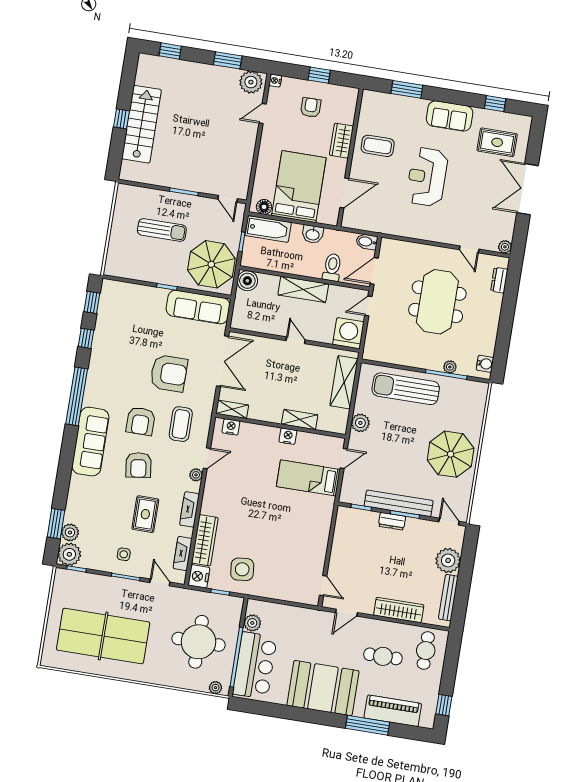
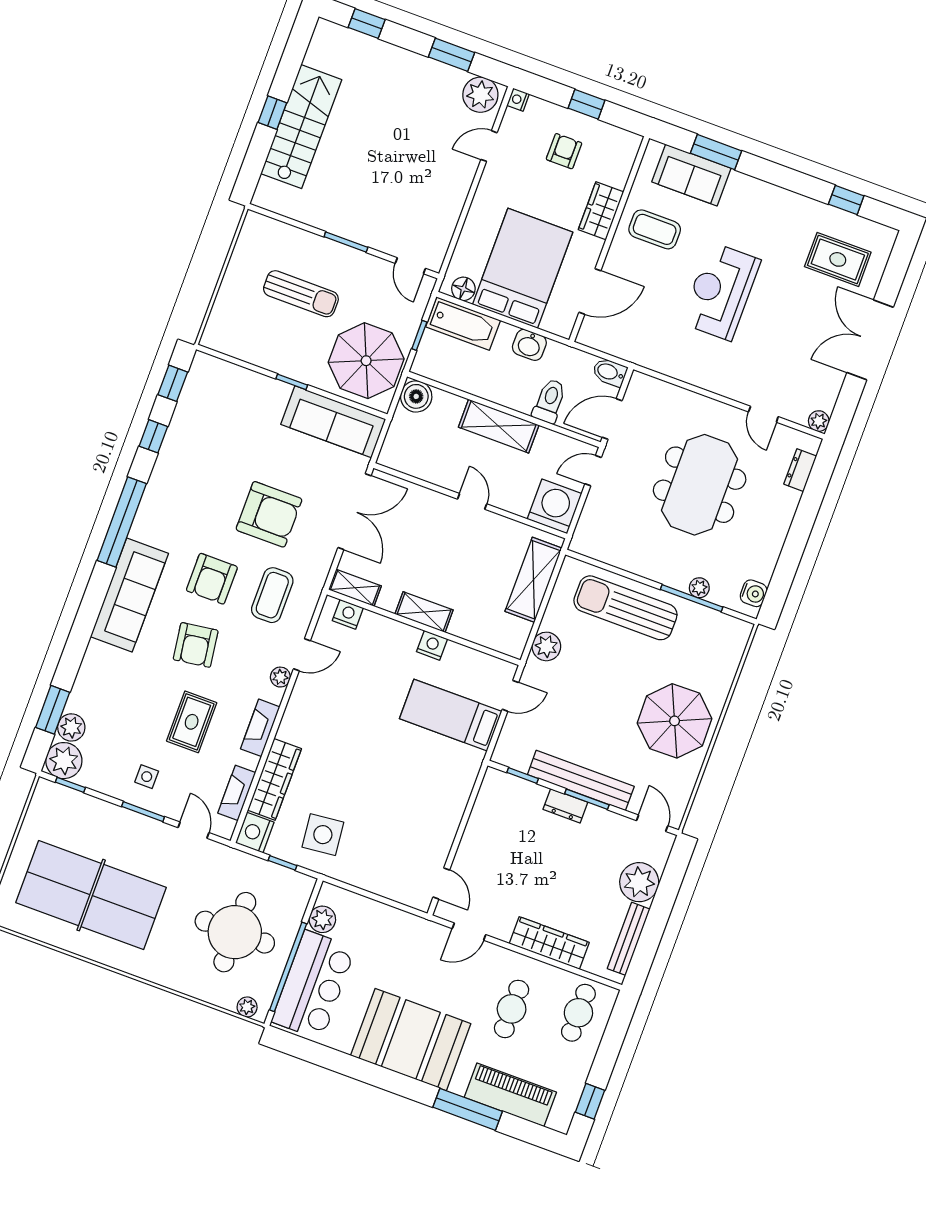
sofa: (450, 116) -> (691, 175), moved
shelving: (300, 420) -> (424, 612), moved
cafe table: (383, 656) -> (512, 1009), turned 90

